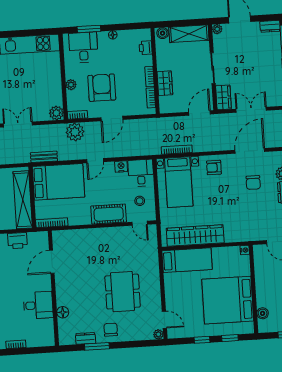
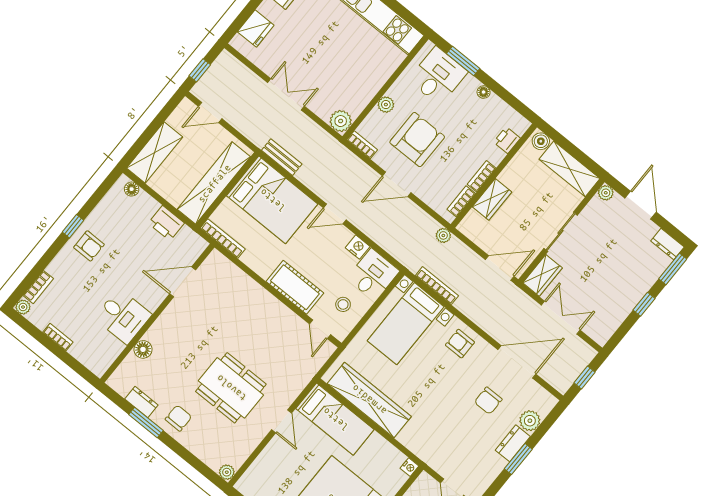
plant: (75, 132) -> (443, 235), moved, width x0.53, depth x0.53
dining table: (123, 292) -> (231, 388), turned 90
door: (164, 320) -> (282, 421), moved

